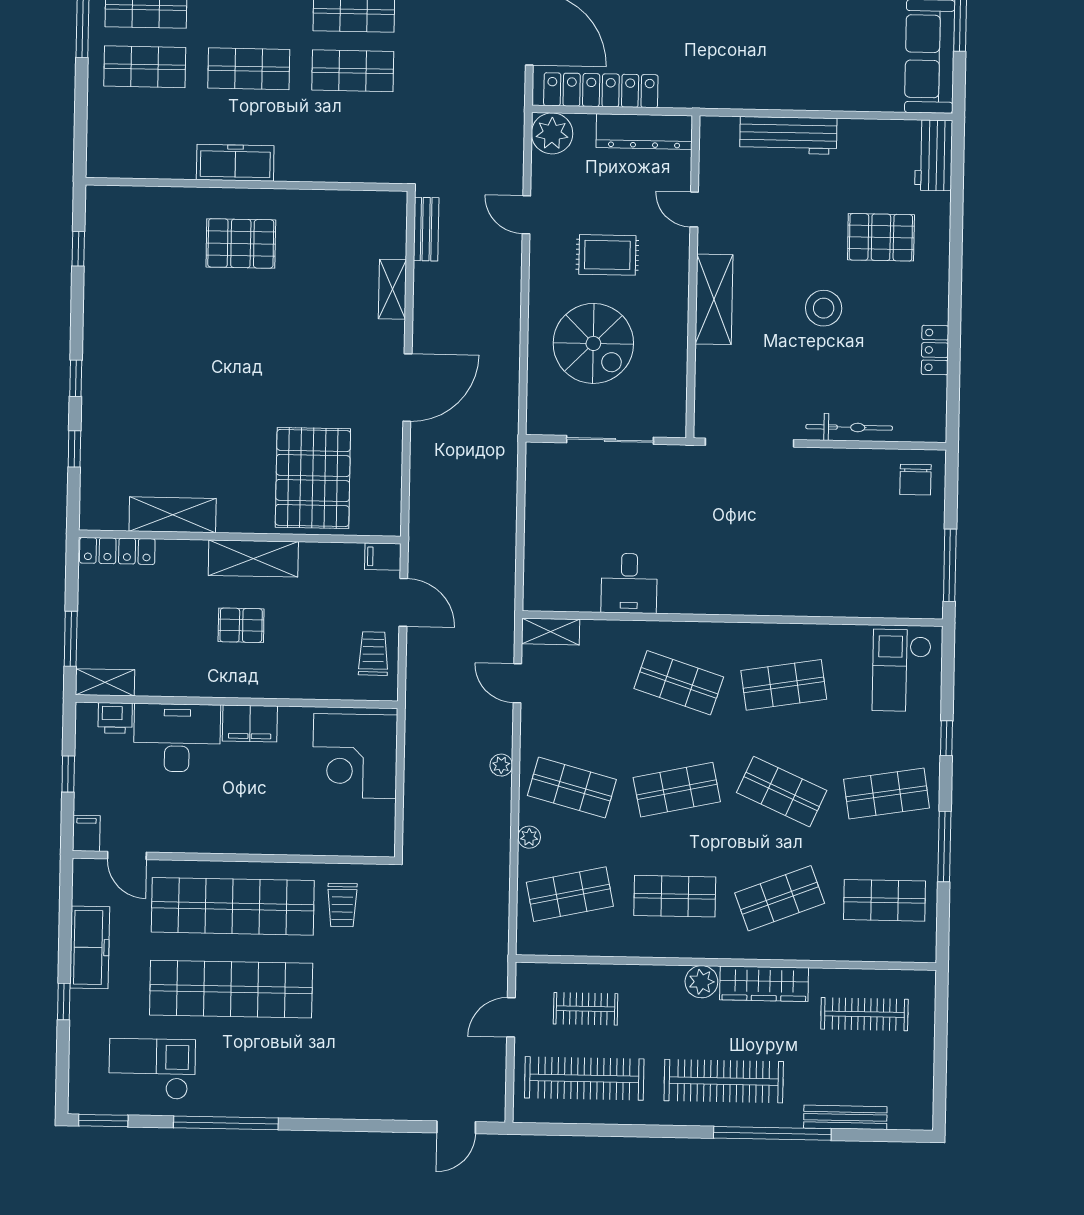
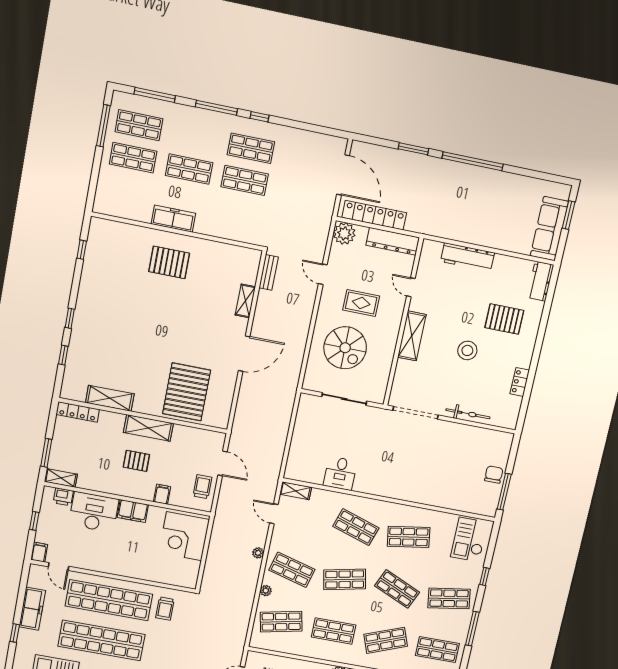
chair: (916, 480) -> (494, 475), moved, turned 180
filing cabinet: (383, 557) -> (162, 494), moved, turned 90

